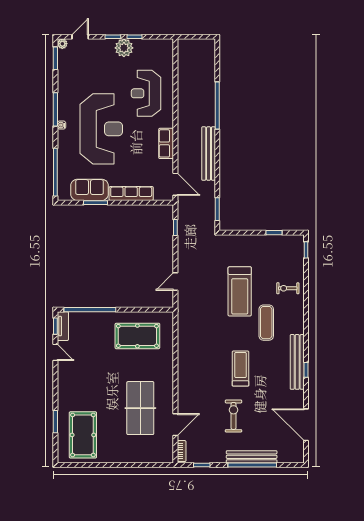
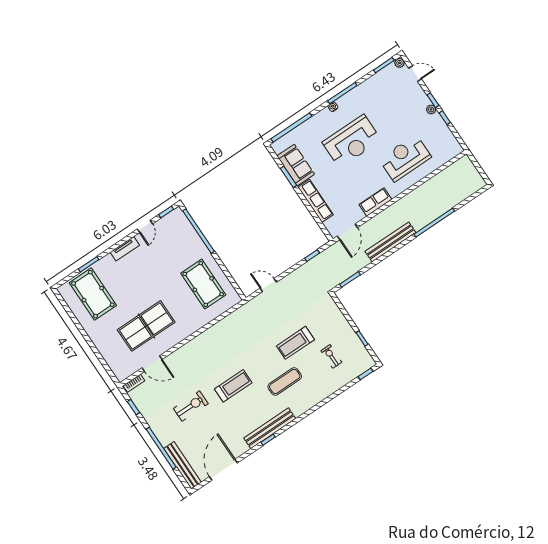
plant: (124, 48) -> (431, 109), width x0.53, depth x0.53
reception desk: (101, 129) -> (352, 141), width x0.74, depth x0.77
exercise bike: (288, 288) -> (331, 356), moved
treadmill: (240, 291) -> (295, 343), width x0.73, depth x0.73
tv unit: (63, 326) -> (125, 249), moved
pool table: (83, 435) -> (93, 294), turned 90
bench: (252, 457) -> (183, 465), moved

